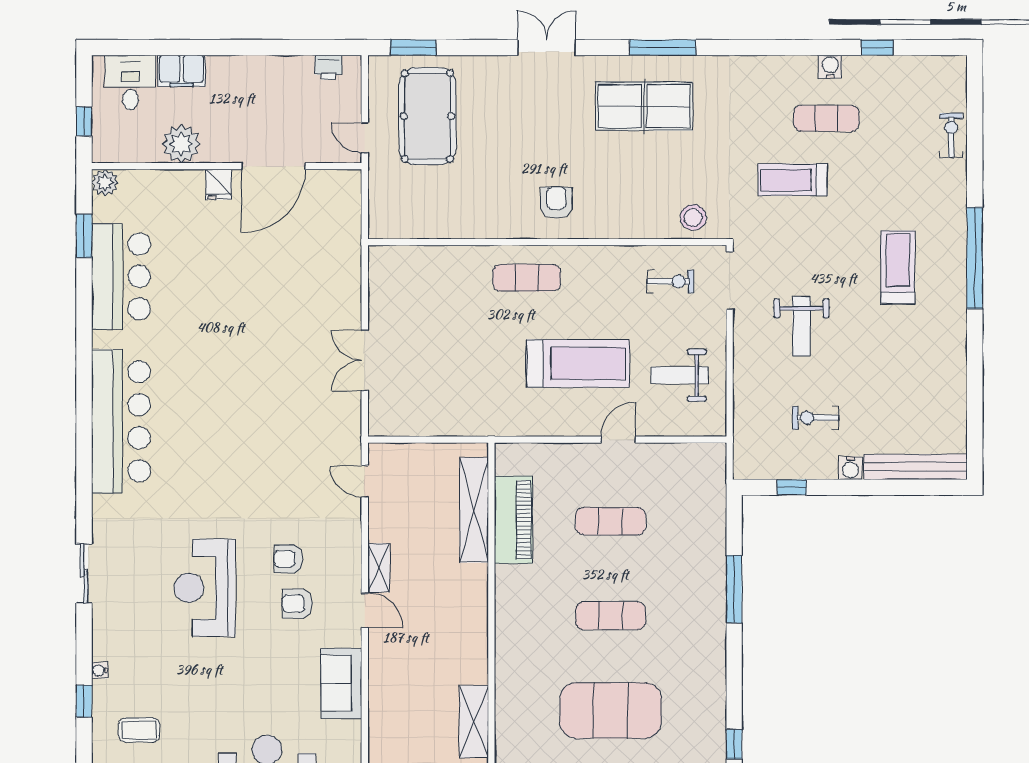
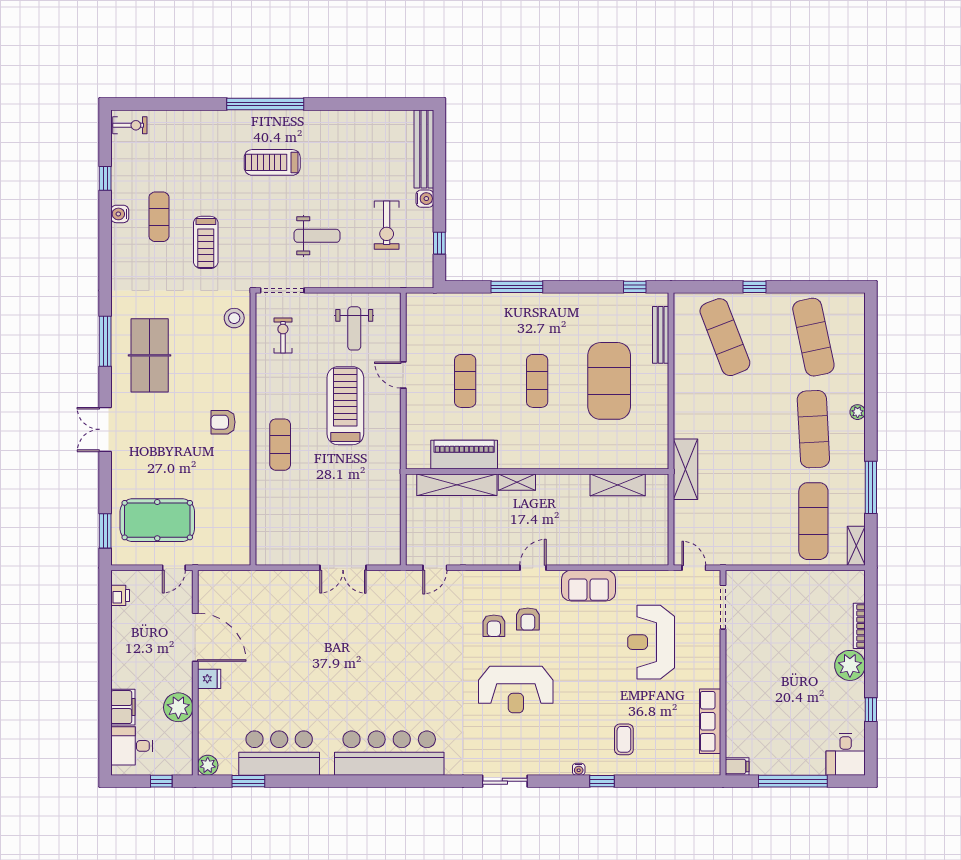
exercise bike: (951, 135) -> (130, 125), moved, turned 180
exercise bike: (815, 418) -> (387, 225), width x1.38, depth x1.39
shelving: (379, 568) -> (517, 482), moved

